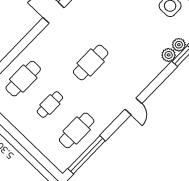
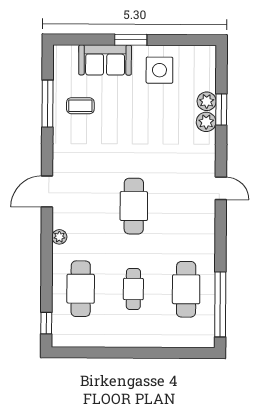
plant: (38, 42) -> (59, 237), added
door: (133, 106) -> (221, 188), moved

